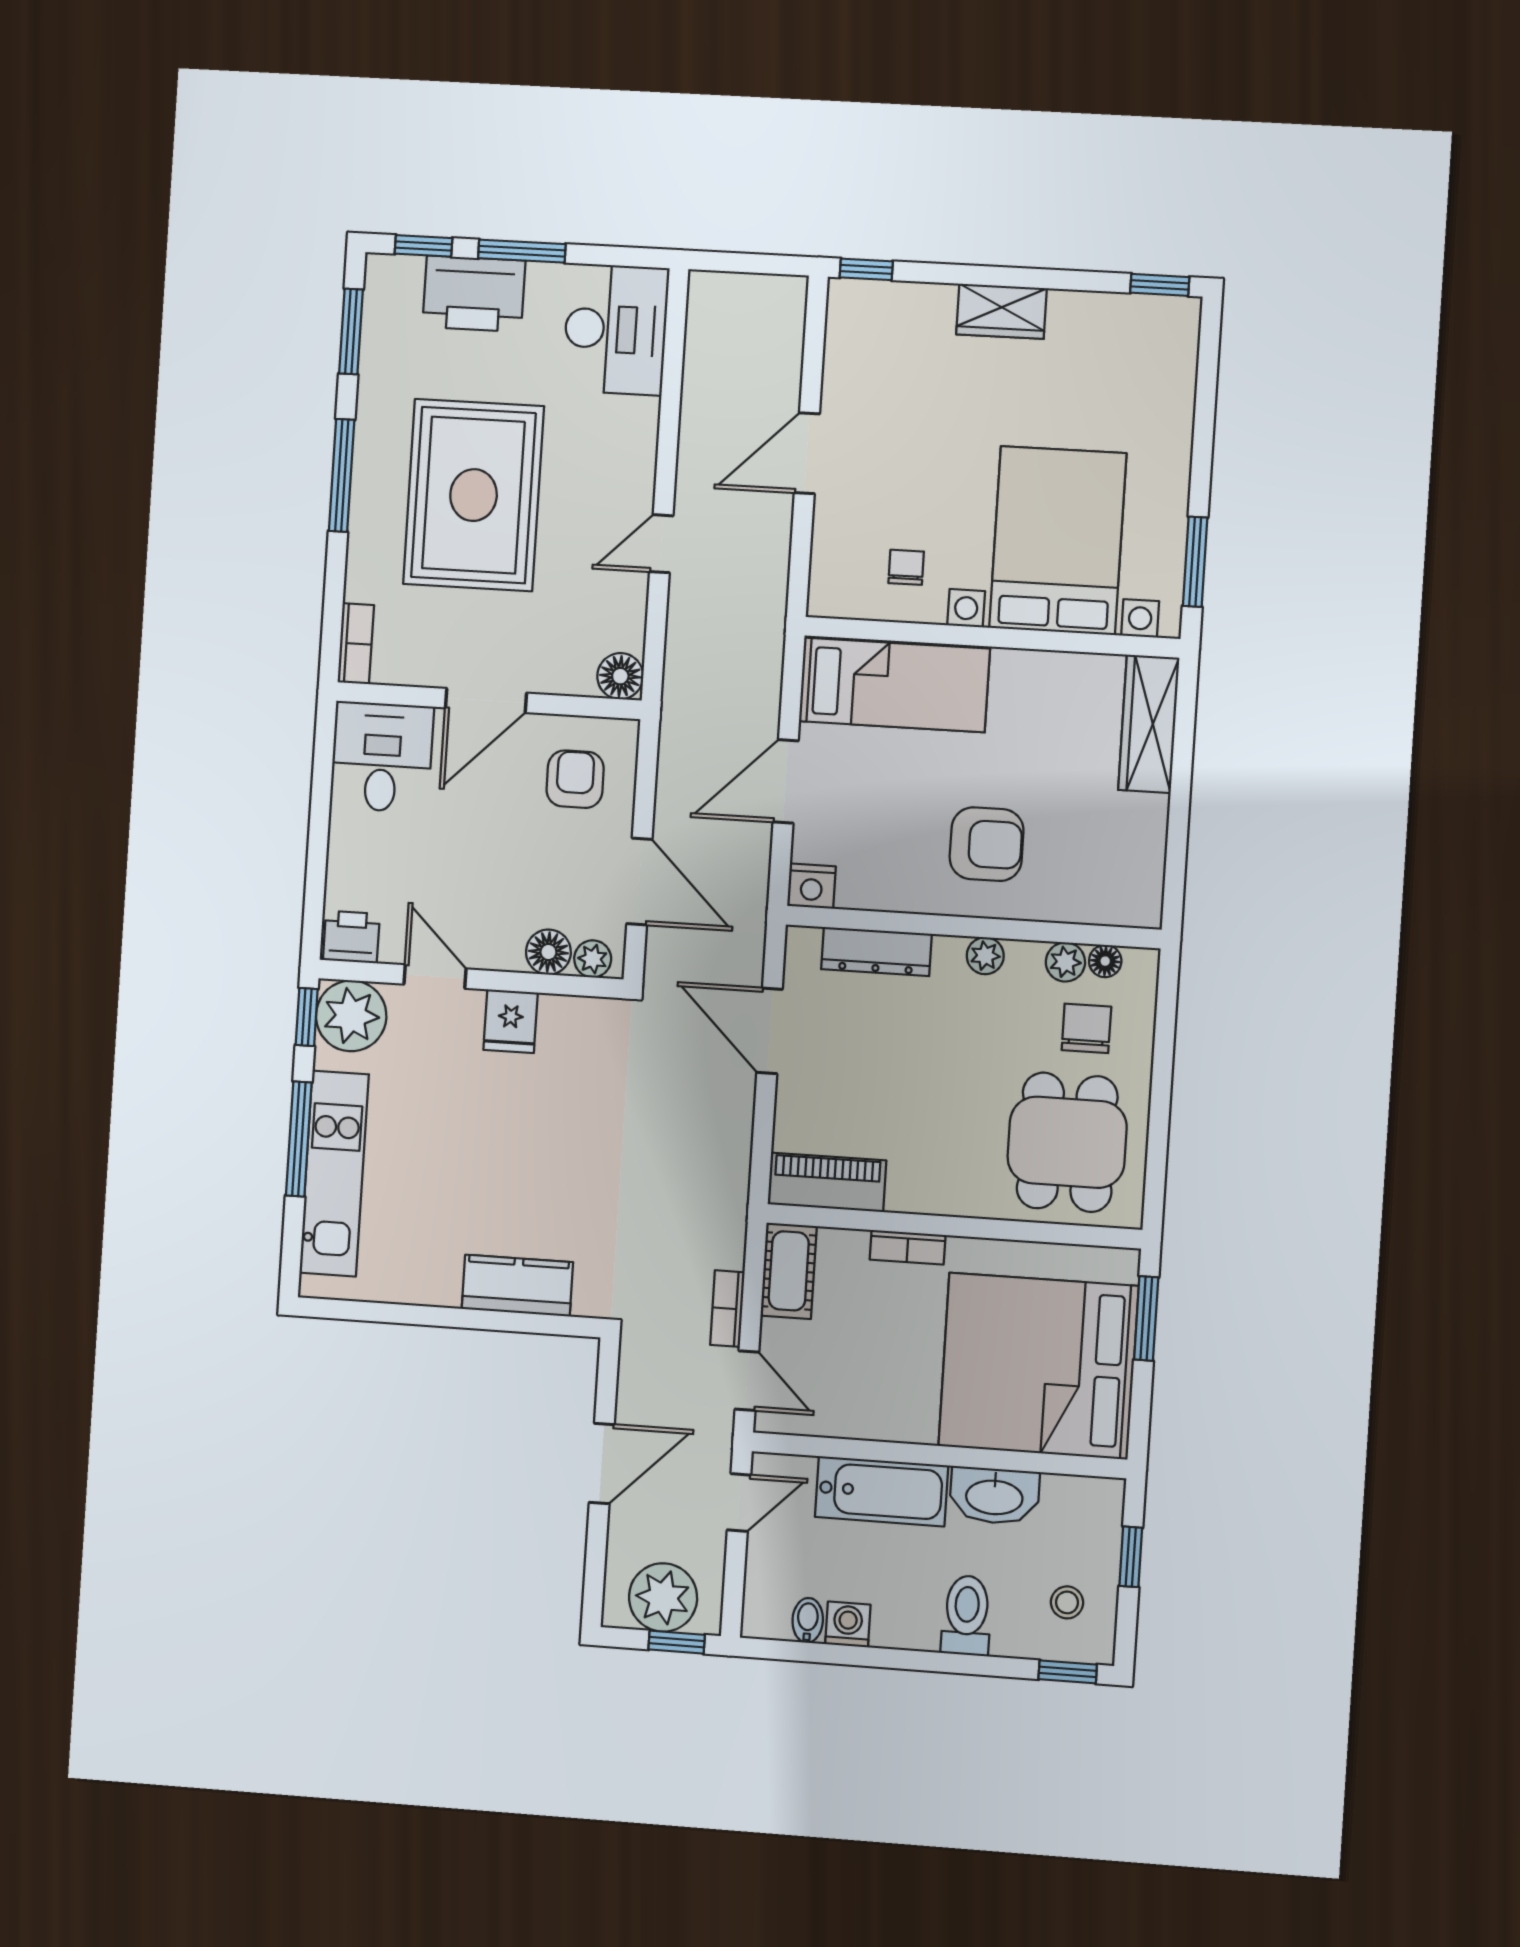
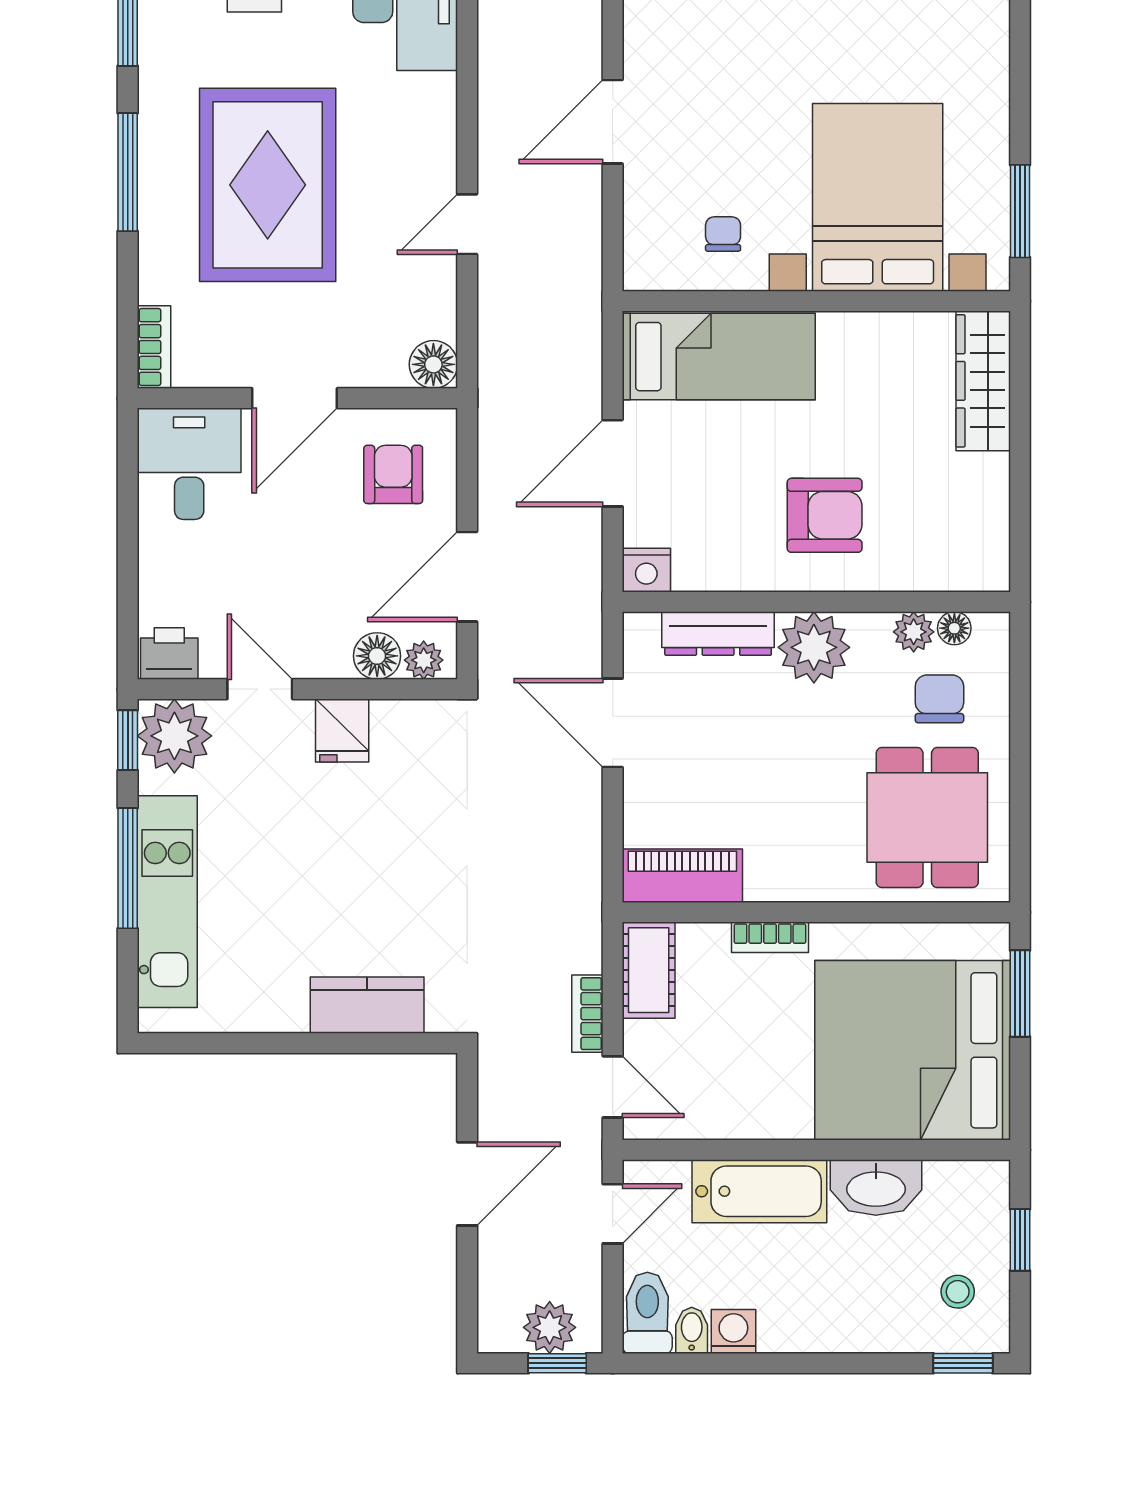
door: (639, 882) -> (467, 577), swing flipped
plant: (985, 956) -> (814, 647), width x1.88, depth x1.88
plant: (663, 1597) -> (550, 1327), width x0.73, depth x0.73
toilet: (967, 1615) -> (647, 1313), moved

